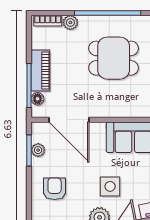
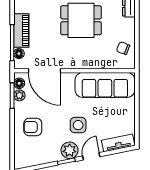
floor lamp: (38, 135) -> (19, 83), added
armchair: (55, 189) -> (33, 127), turned -90

